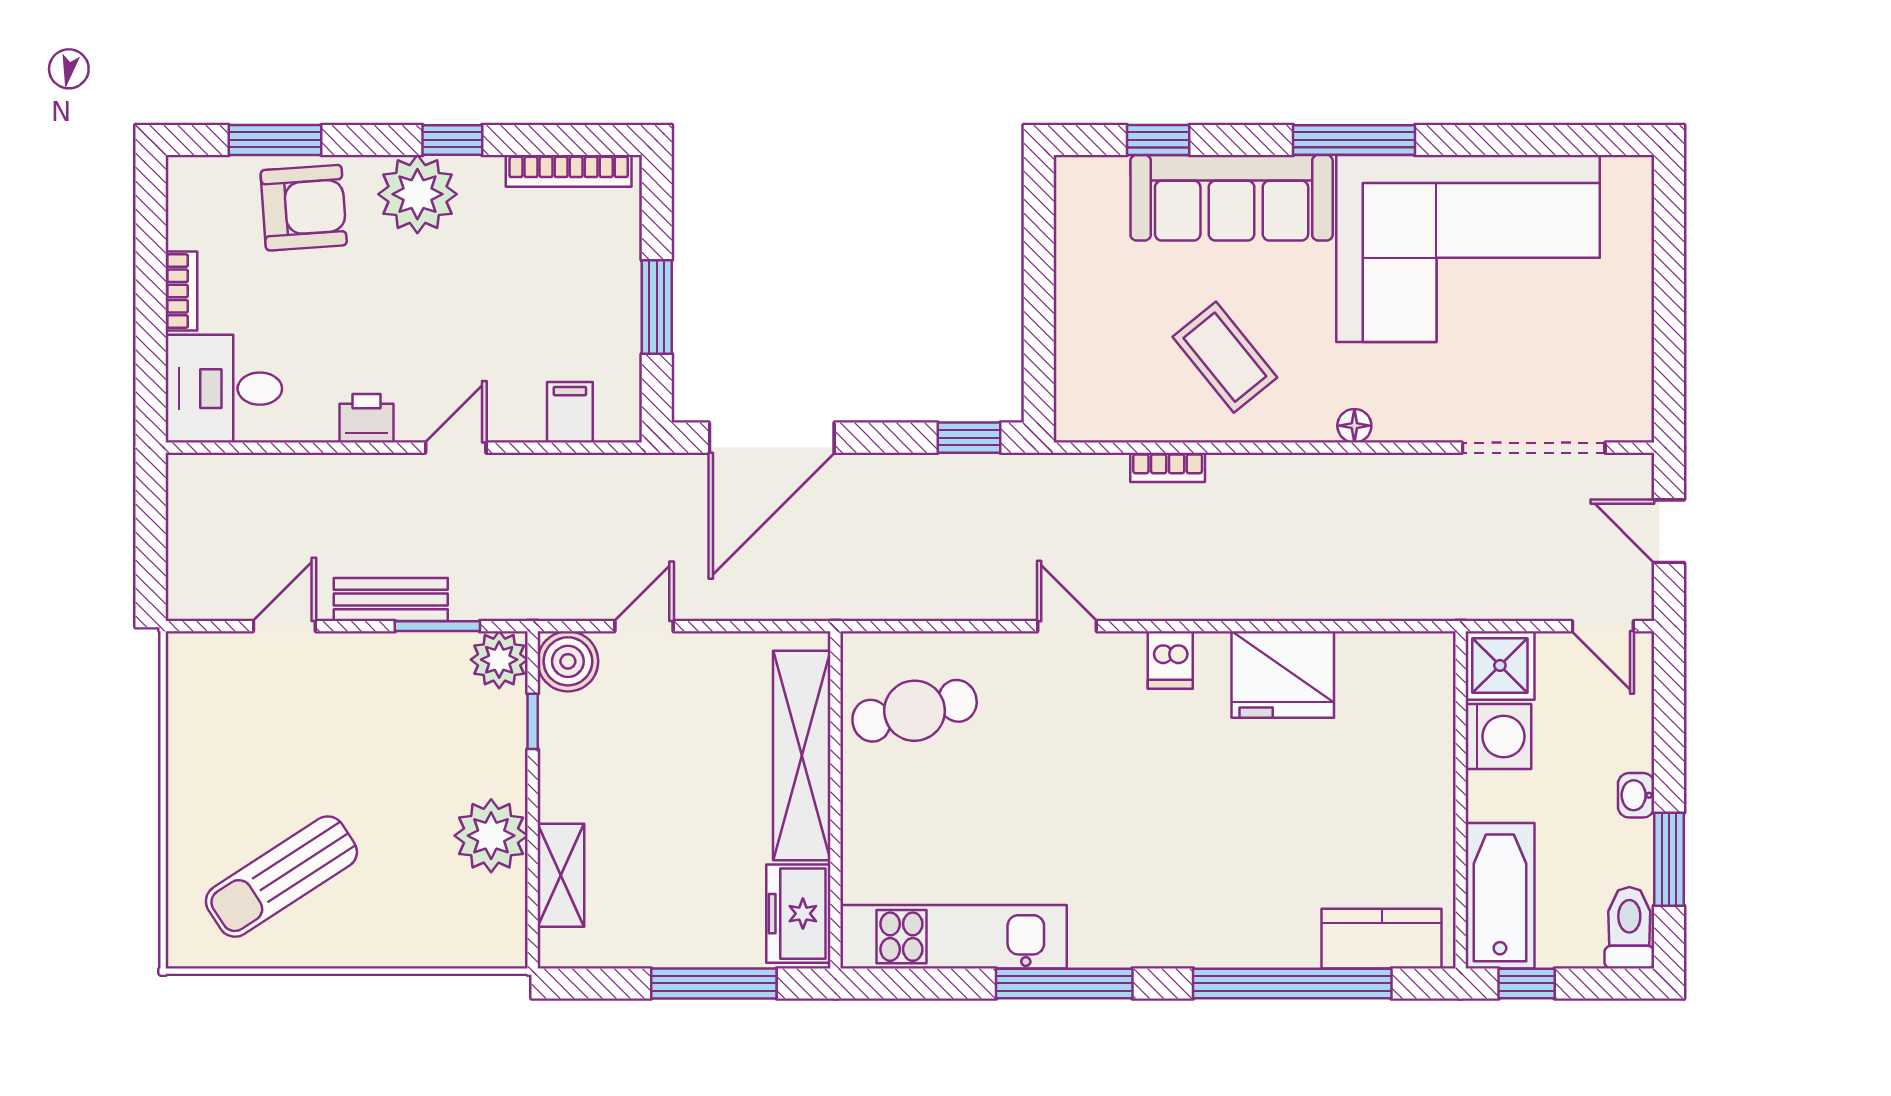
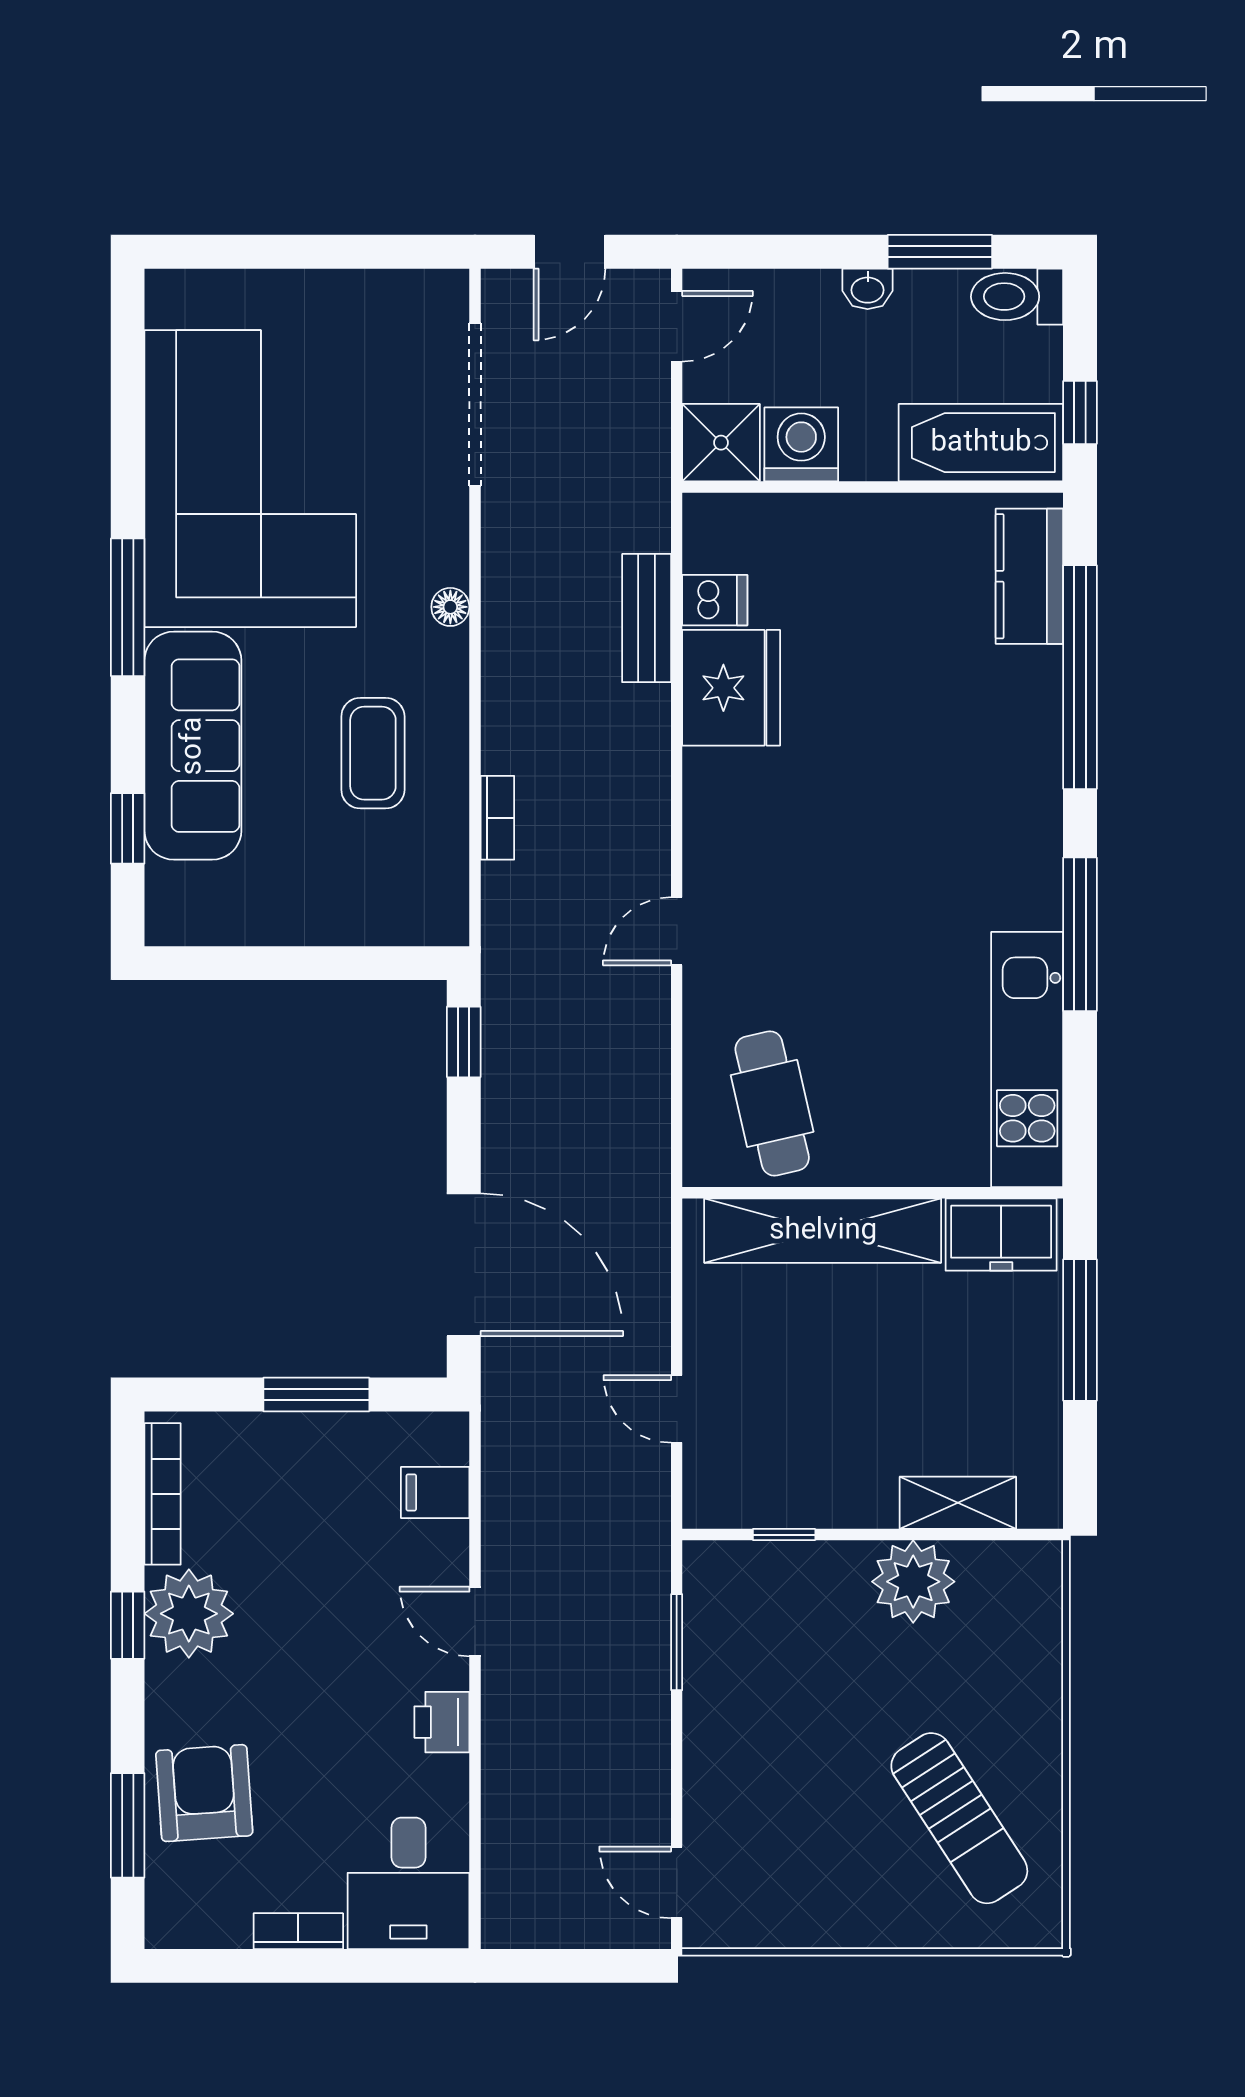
plant: (417, 194) -> (189, 1614), moved
coffee table: (1225, 357) -> (373, 753), turned -51
bench: (391, 600) -> (647, 618), moved
door: (284, 626) -> (677, 1882), moved
plant: (499, 660) -> (715, 1572), removed
dishwasher: (1170, 660) -> (715, 600), moved
boiler: (568, 661) -> (716, 1495), removed

